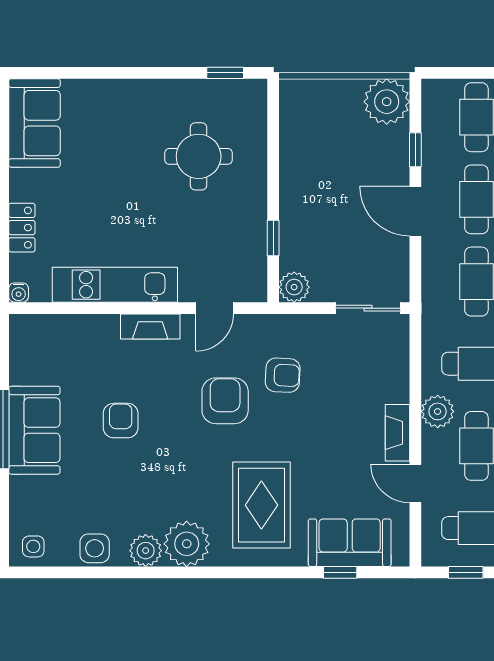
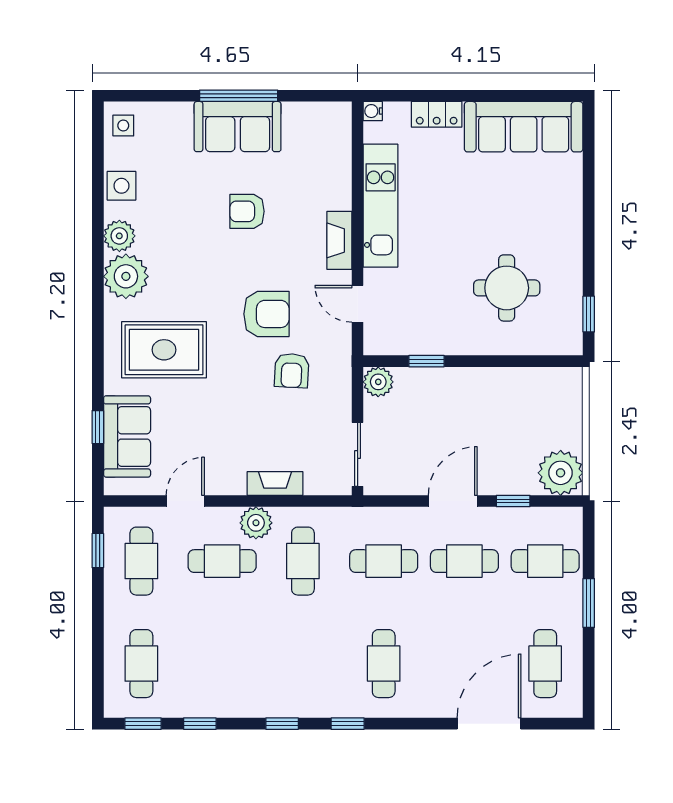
sofa: (35, 123) -> (524, 127), width x1.36
armchair: (121, 421) -> (247, 211), turned 180
fireplace: (397, 433) -> (275, 483), moved

